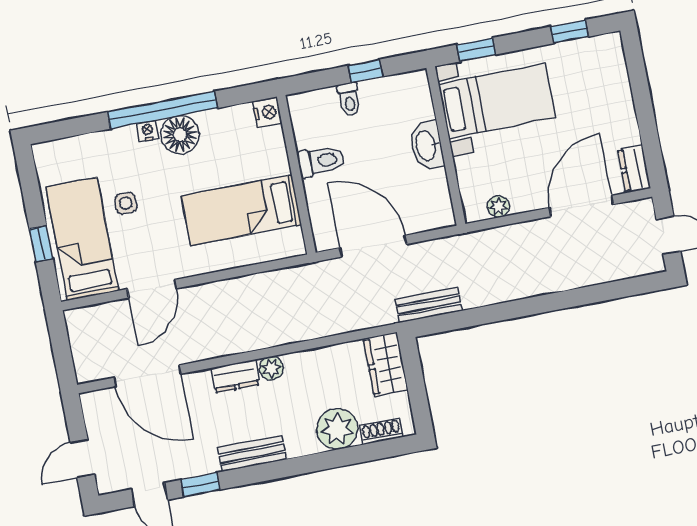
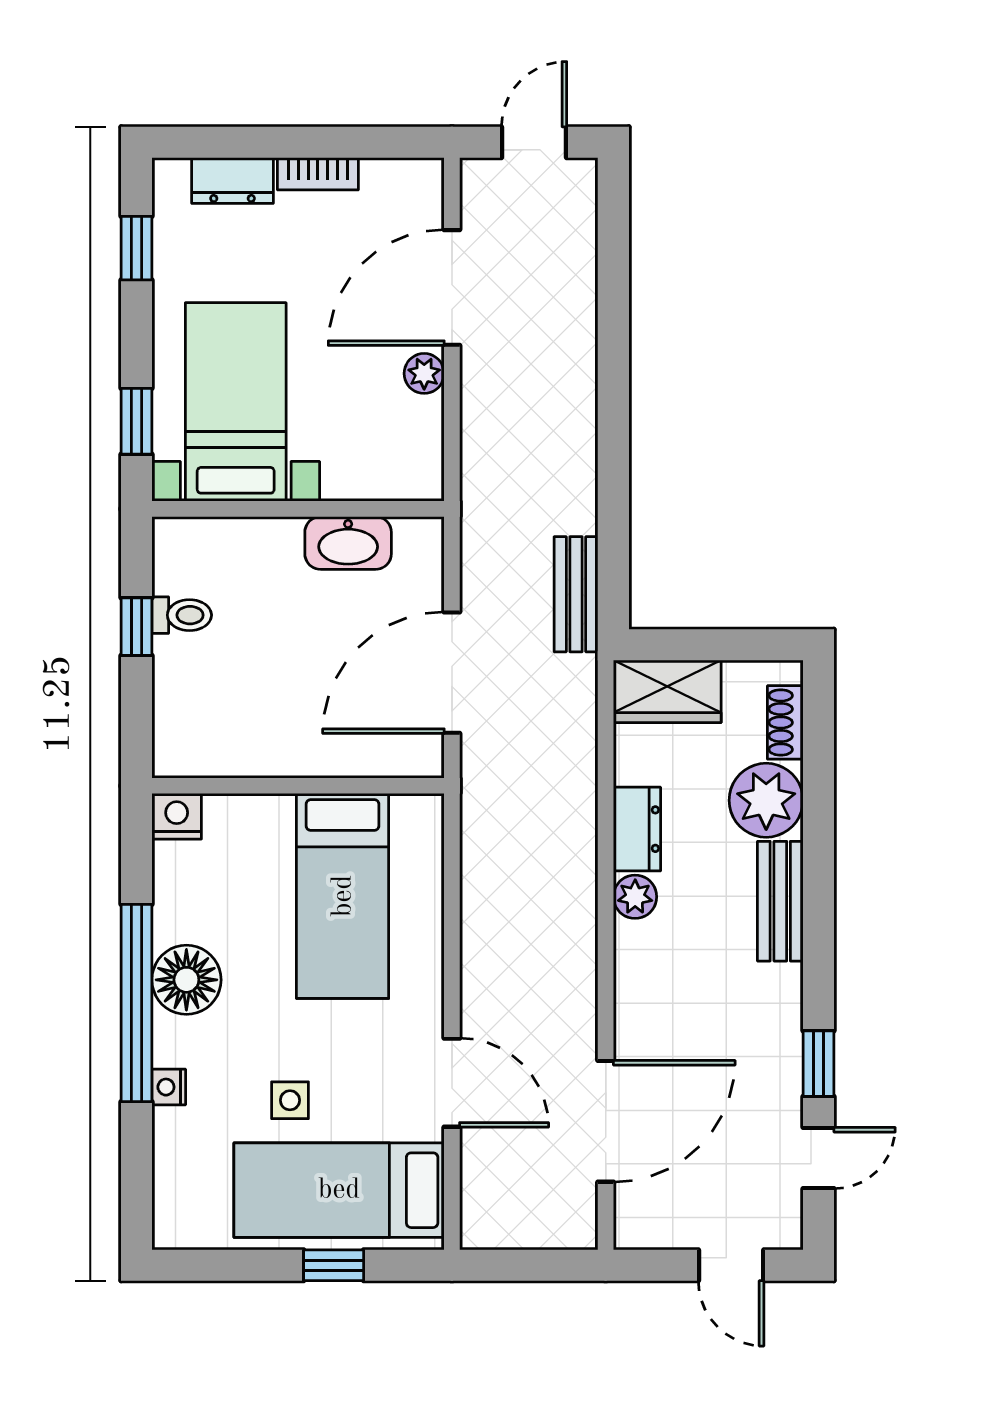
toilet: (349, 99) -> (182, 615), moved
bookcase: (629, 122) -> (318, 174), added
nightstand: (148, 131) -> (169, 1087), moved
washbasin: (427, 145) -> (348, 543), moved
toilet: (321, 161) -> (282, 737), removed
dresser: (634, 169) -> (233, 181), moved
plant: (498, 206) -> (424, 373), moved
door: (581, 206) -> (452, 287), hinge flipped
dresser: (235, 376) -> (637, 829), moved
bench: (252, 453) -> (780, 901), moved

